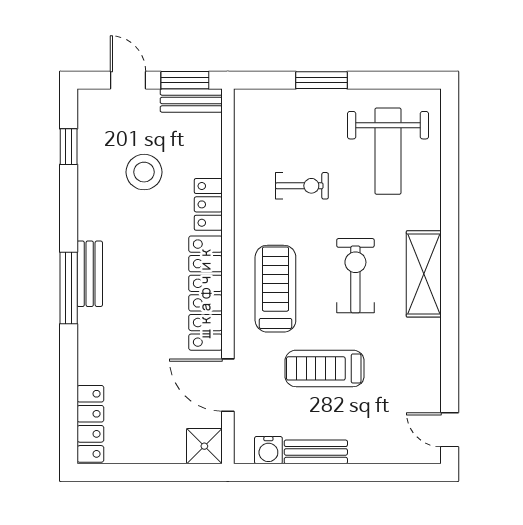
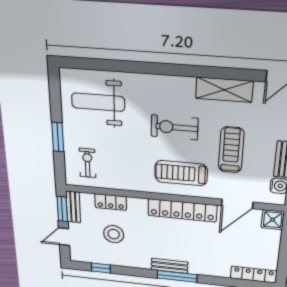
weight bench: (388, 151) -> (98, 102), turned 180
exercise bike: (302, 186) -> (87, 163), moved
locker: (208, 204) -> (111, 202), moved
shelving: (424, 274) -> (224, 90), moved
treadmill: (325, 368) -> (231, 150), turned 180

